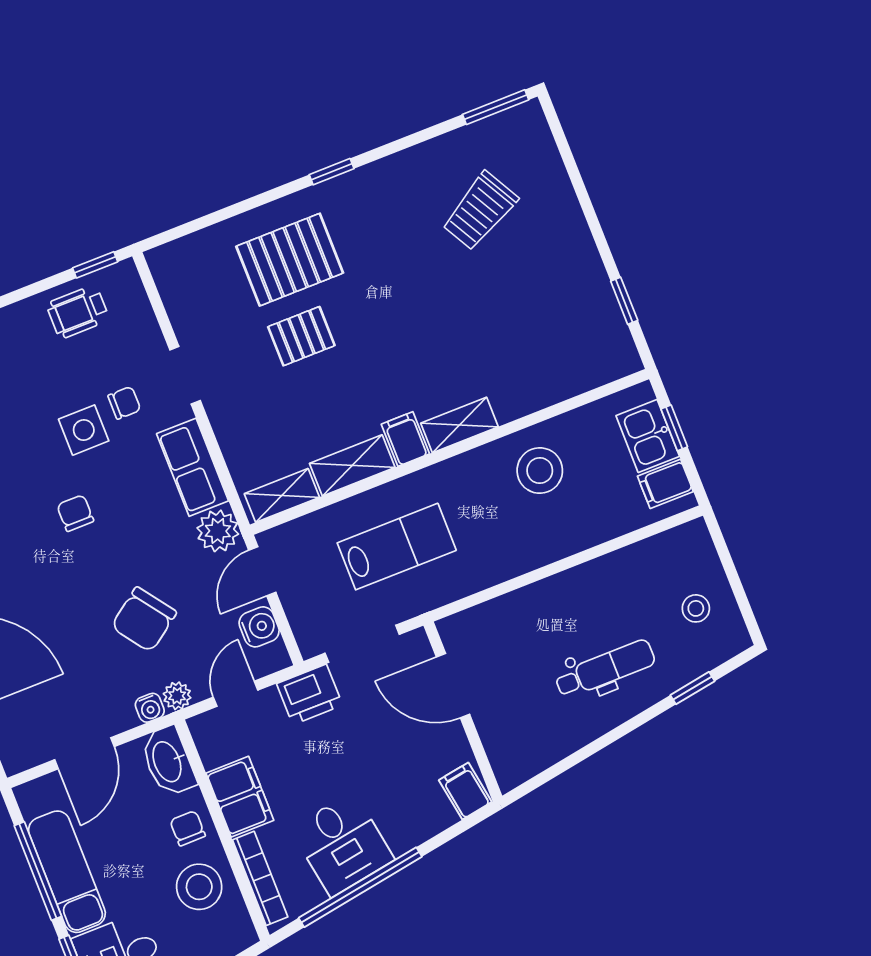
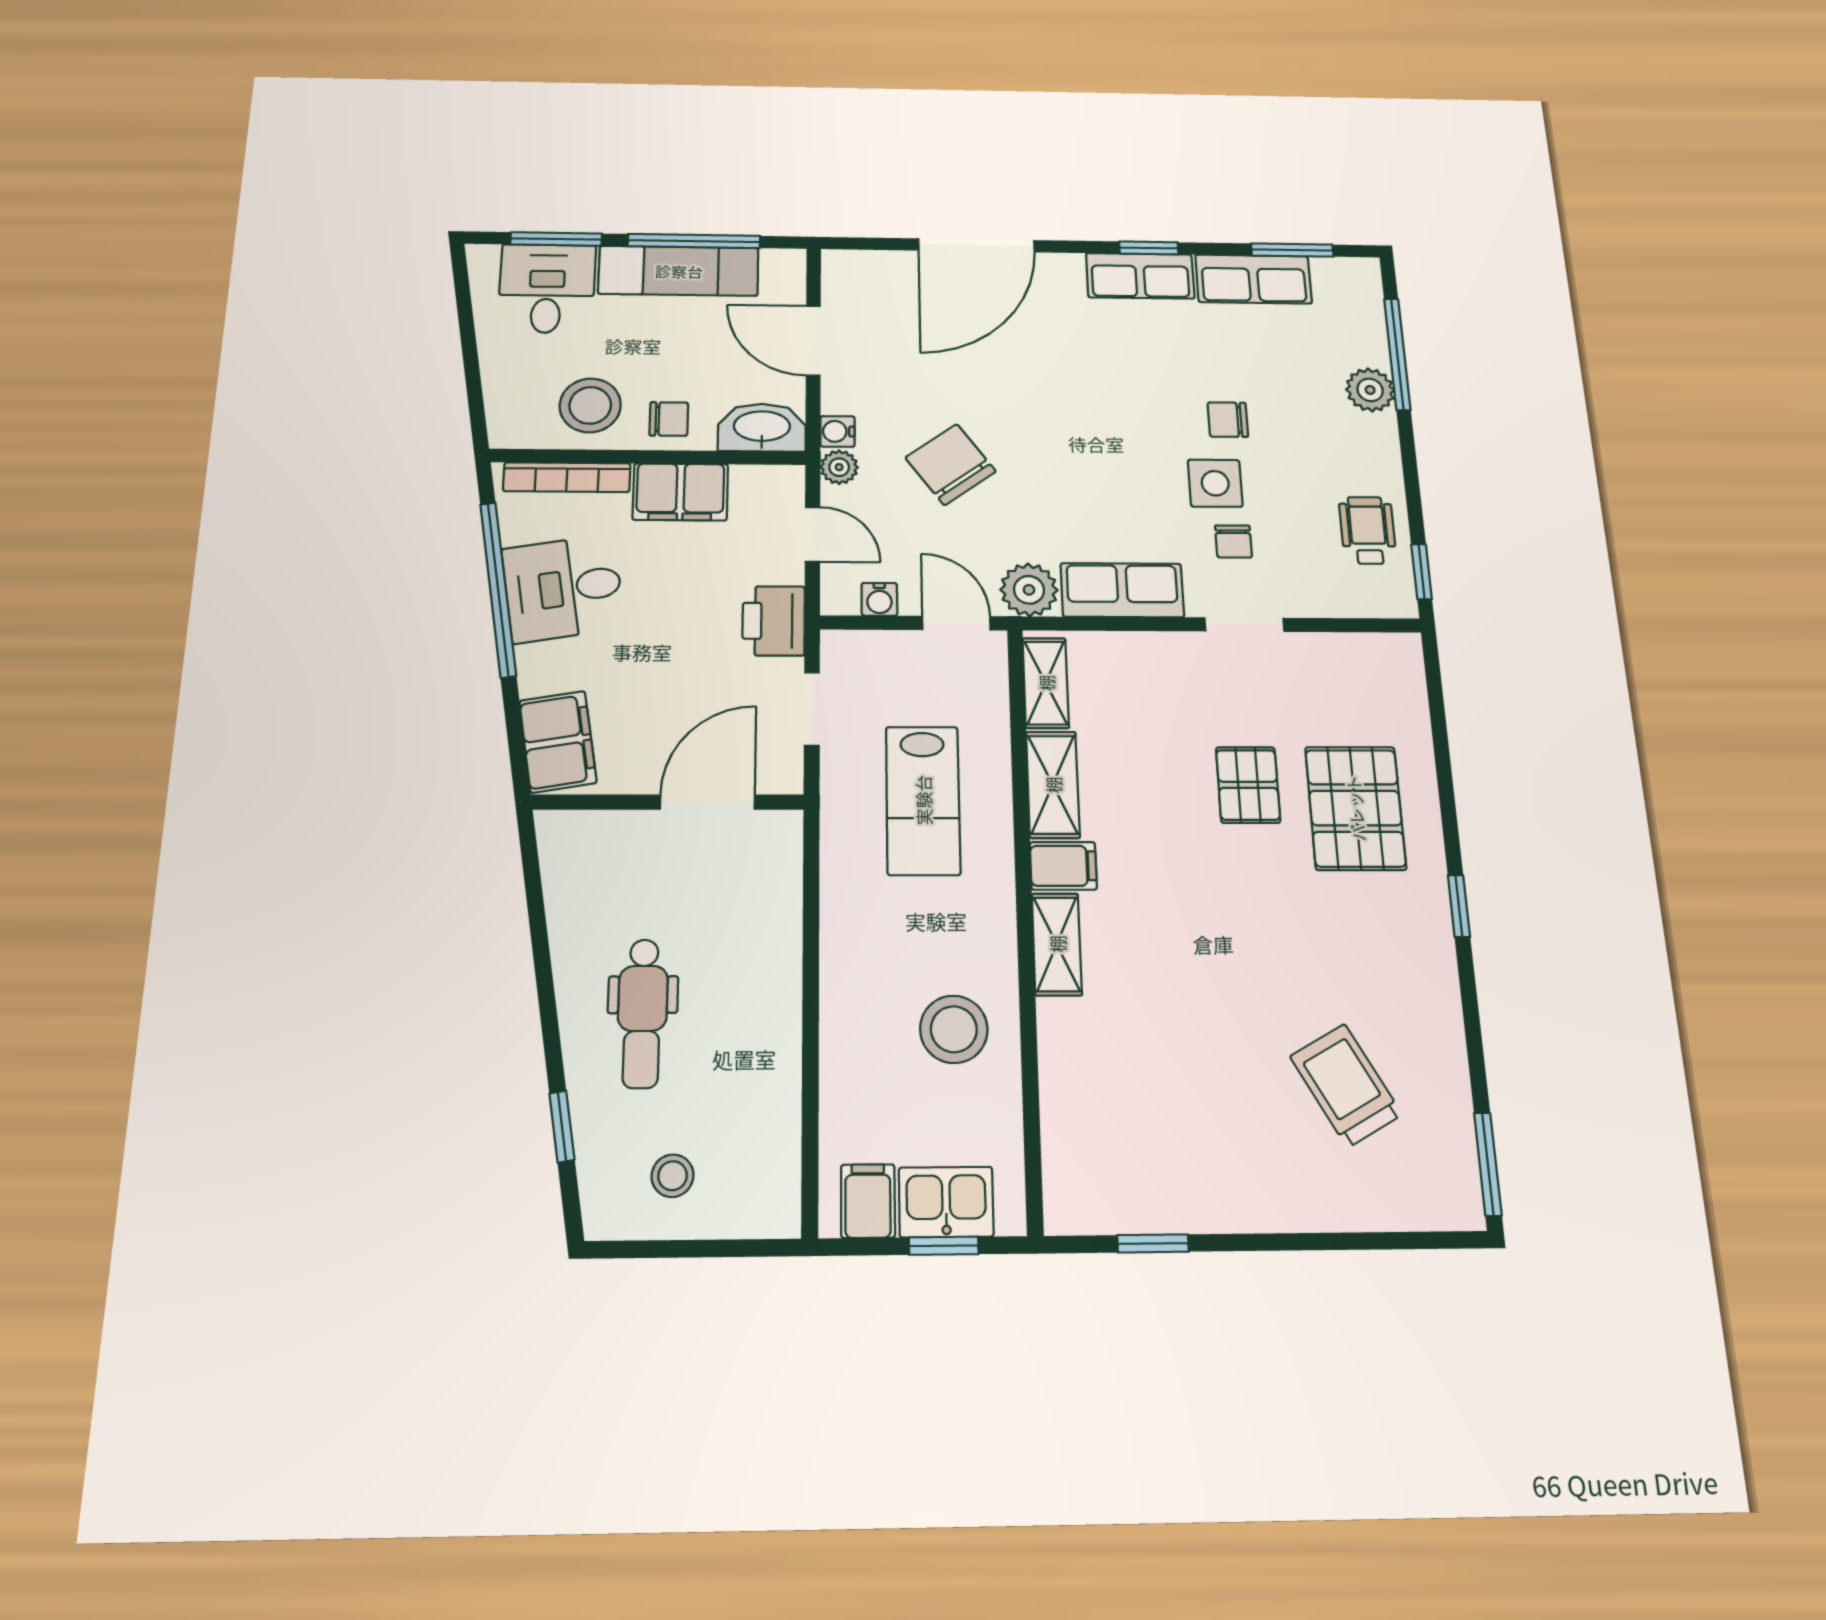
chair: (75, 513) -> (1228, 420), moved, turned 180
water cooler: (259, 627) -> (879, 599), width x0.72, depth x0.72
doorway: (362, 644) -> (812, 709), width x0.73
filing cabinet: (465, 791) -> (558, 742), width x2.00

